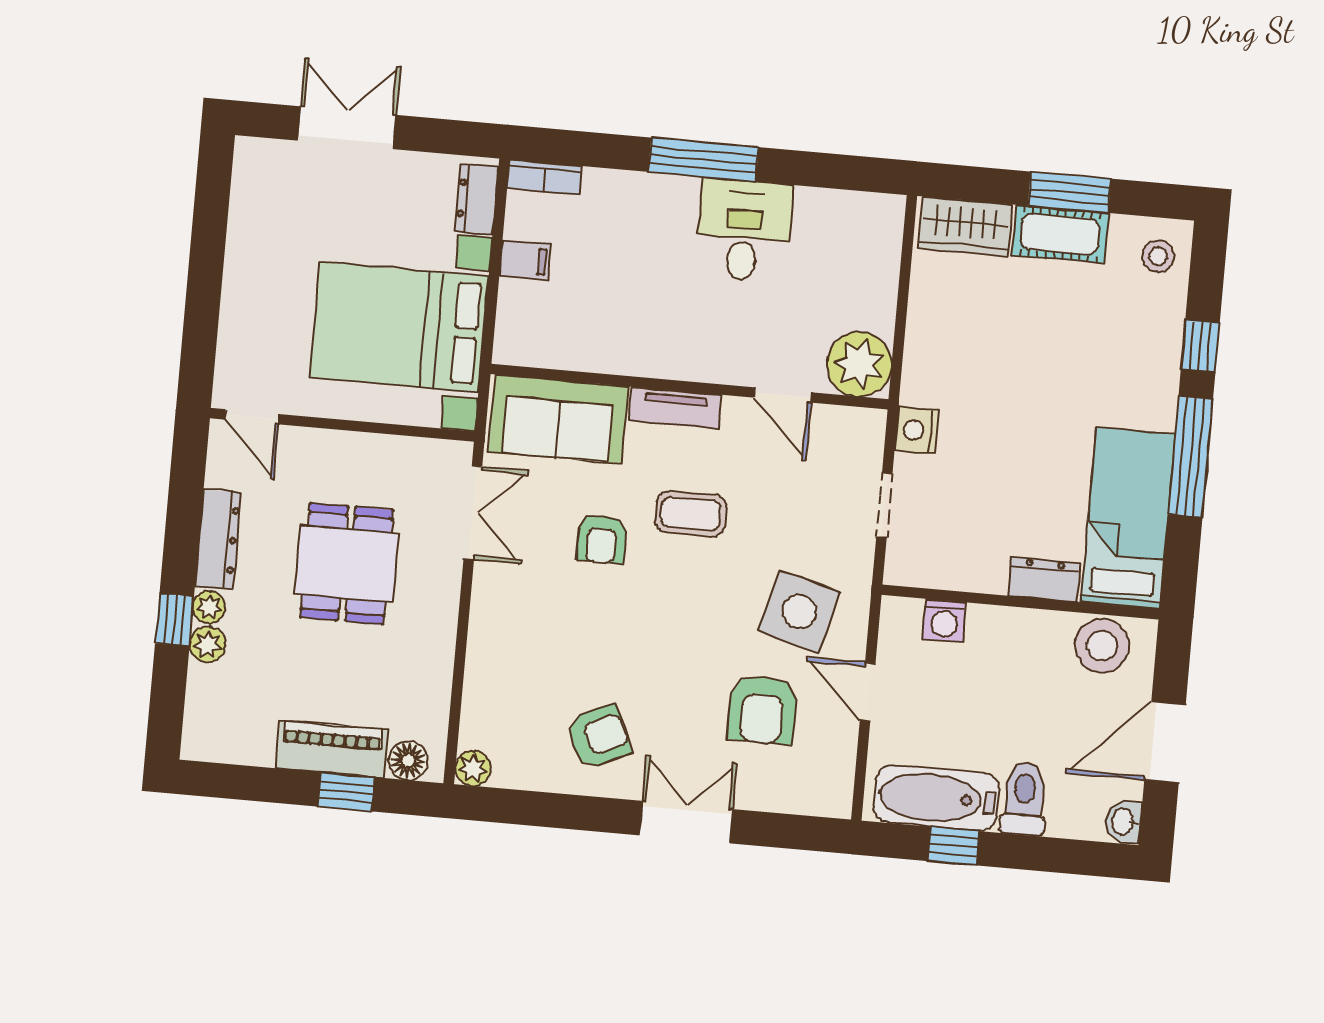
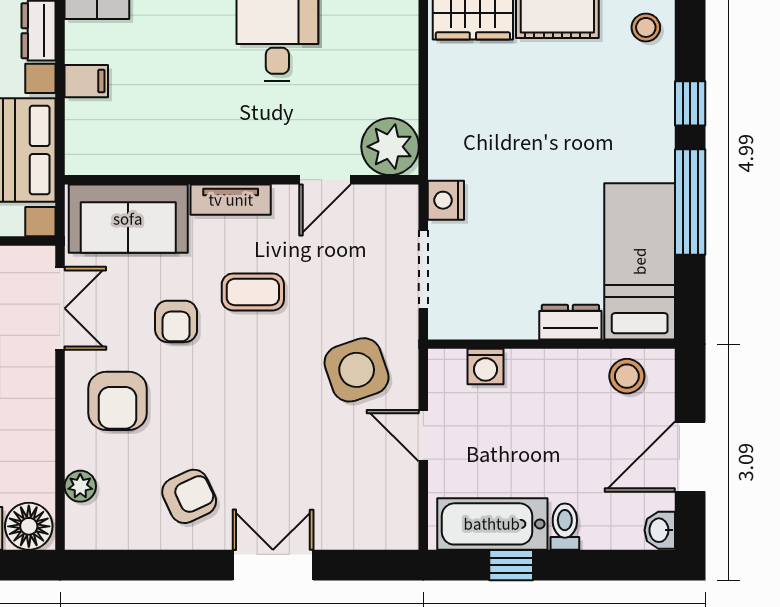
door: (783, 395) -> (325, 180), hinge flipped
doorway: (884, 505) -> (423, 269), width x1.38
side table: (799, 611) -> (357, 370), turned -34
stool: (1102, 646) -> (627, 376), width x0.73, depth x0.73
armchair: (762, 709) -> (118, 401), moved
floor lamp: (408, 761) -> (29, 526), width x1.38, depth x1.38
plant: (473, 768) -> (80, 486), moved
toilet: (1024, 799) -> (565, 527), width x0.73, depth x0.72

